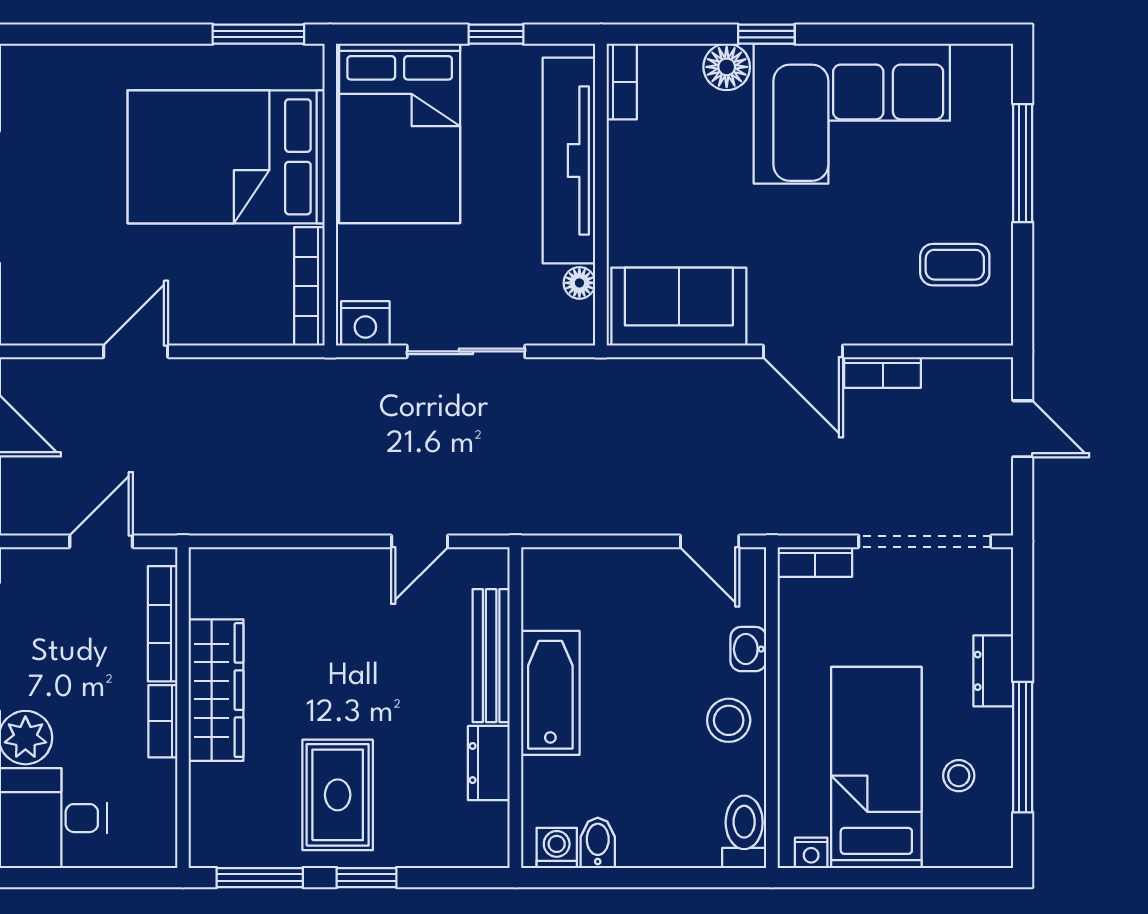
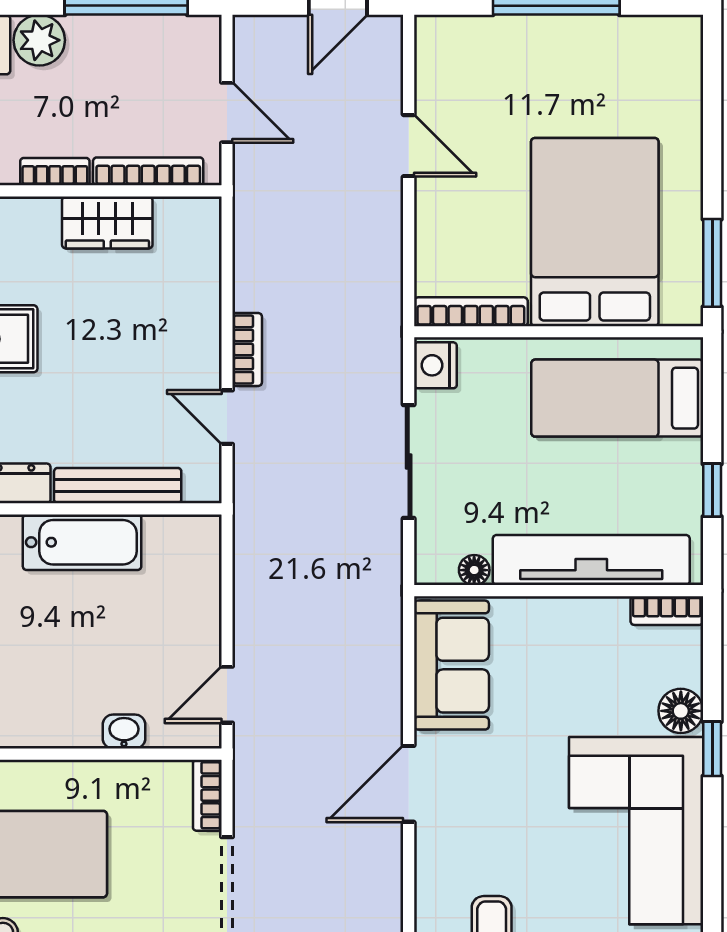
bed: (400, 133) -> (617, 398), width x0.67
bookcase: (883, 372) -> (247, 350), moved, turned 180
wardrobe: (216, 690) -> (107, 223), width x0.67
stool: (729, 720) -> (56, 713), removed

